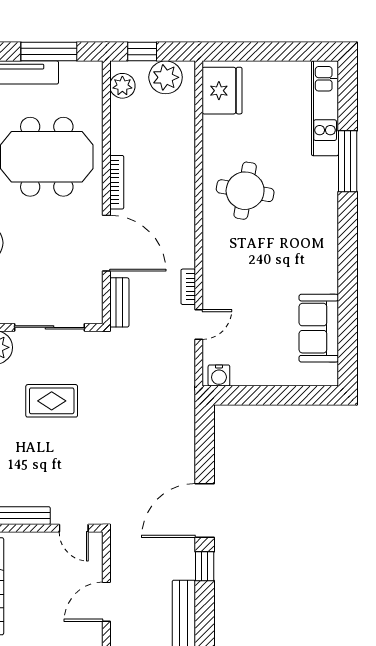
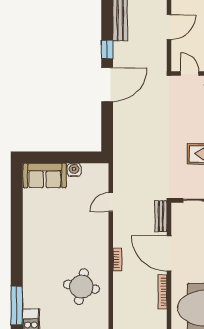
bookcase: (188, 287) -> (117, 259), moved
sofa: (319, 328) -> (45, 176), moved, turned 90
water cooler: (219, 375) -> (74, 170), moved

